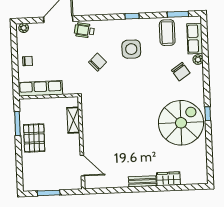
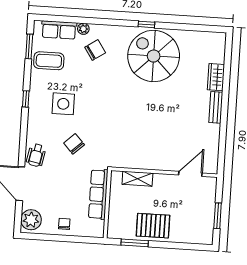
plant: (24, 28) -> (31, 220), width x1.88, depth x1.88
row of seats: (40, 88) -> (98, 194), moved

